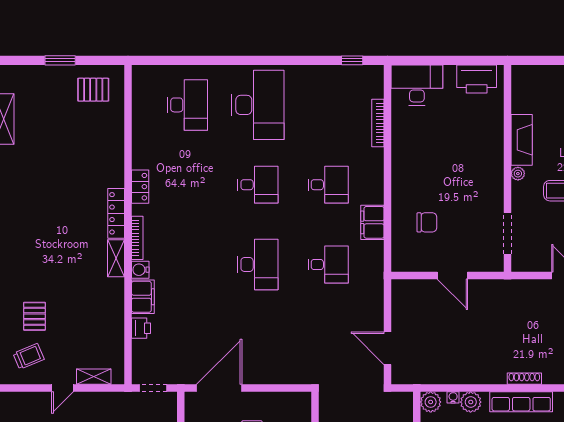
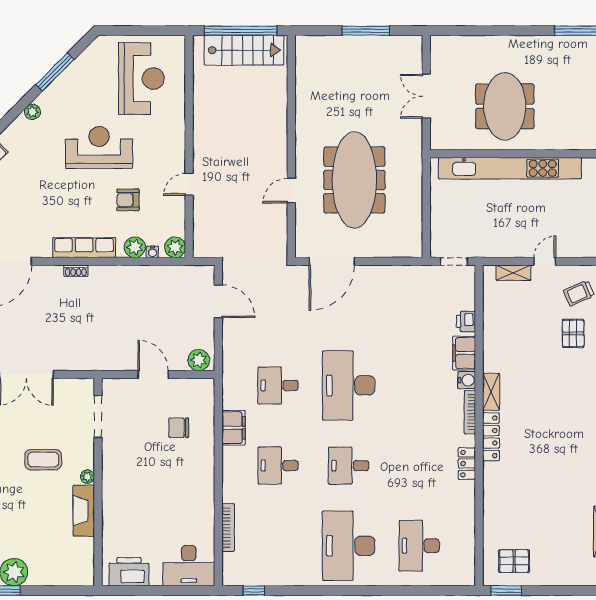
window: (60, 60) -> (506, 591), moved
desk: (258, 264) -> (349, 385), width x1.36, depth x1.30
plant: (407, 290) -> (199, 360), added
shoe rack: (524, 379) -> (76, 271), width x0.70
door: (219, 388) -> (332, 261), moved

